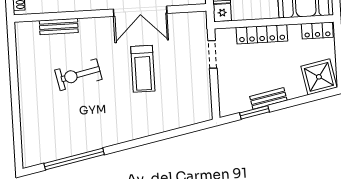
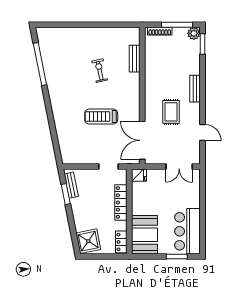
double door: (140, 11) -> (142, 140), moved
exercise bike: (78, 75) -> (100, 71), width x0.73, depth x0.72
bench: (268, 98) -> (71, 185), moved

